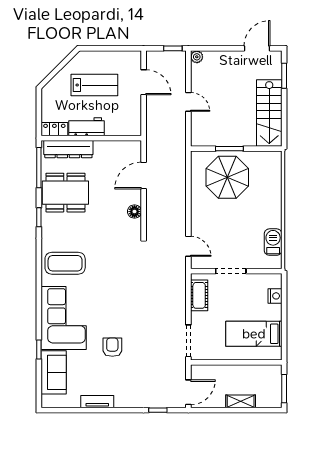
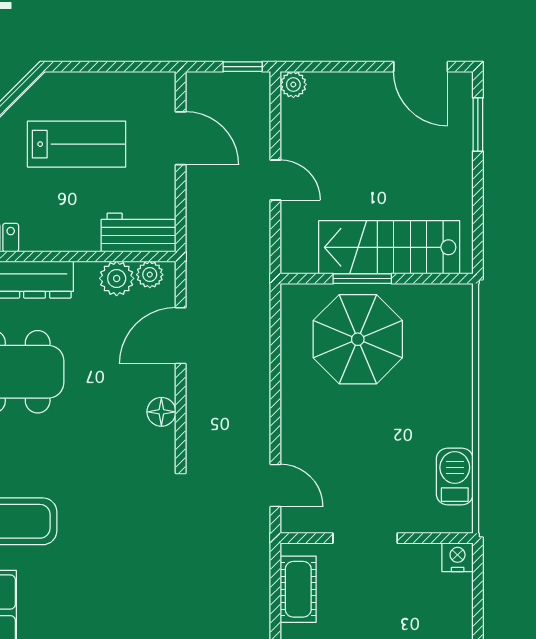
door: (257, 48) -> (421, 67), swing flipped
stairs: (269, 113) -> (389, 247), moved, turned 90
workbench: (86, 127) -> (139, 232), moved
plant: (129, 147) -> (150, 275), added
plant: (113, 149) -> (117, 278), added
nightstand: (275, 296) -> (458, 557), moved, turned -90

